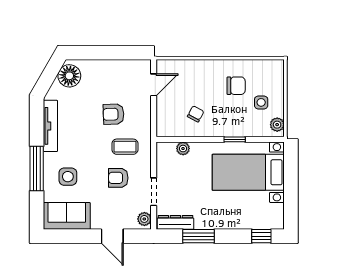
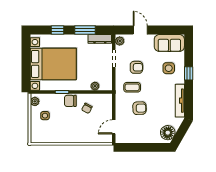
chair: (236, 86) -> (70, 101), moved
window: (37, 168) -> (189, 73), width x0.46
bed with nightstands: (248, 172) -> (53, 64), width x1.36
window: (261, 236) -> (58, 30), moved

